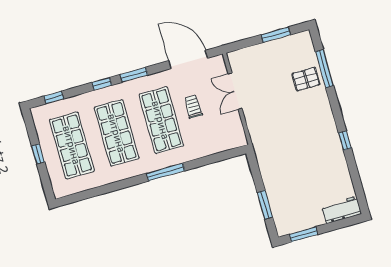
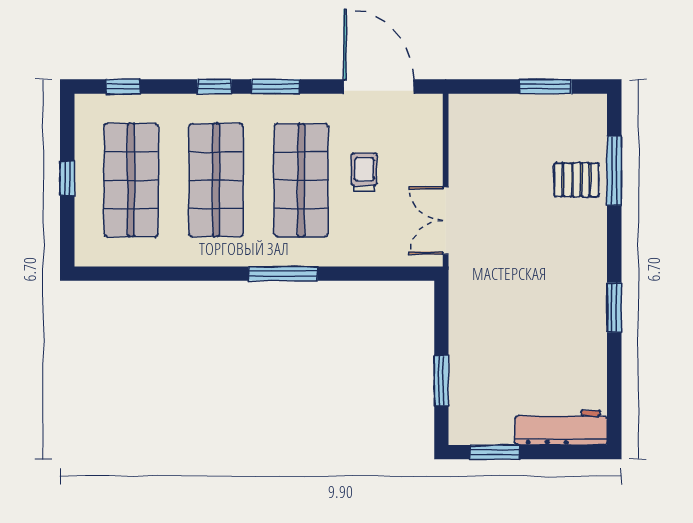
double door: (235, 91) -> (446, 220), moved
window: (345, 141) -> (614, 307), width x1.50
workbench: (341, 210) -> (561, 428), width x1.38

